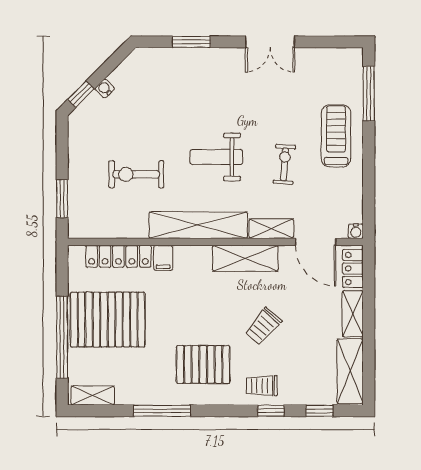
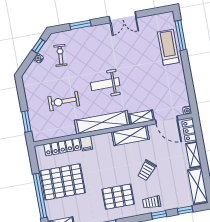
window: (81, 94) -> (39, 46), moved
treadmill: (336, 136) -> (168, 47), moved
exercise bike: (284, 164) -> (60, 55), moved

